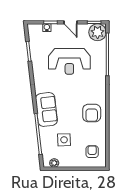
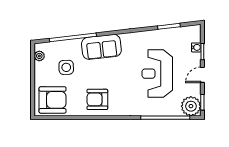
armchair: (92, 152) -> (53, 100), width x1.88, depth x1.88

